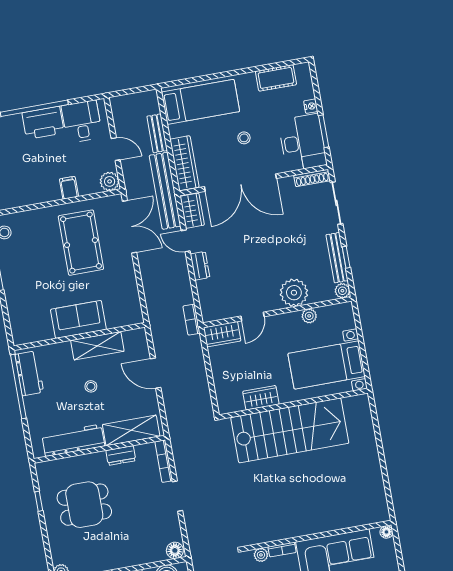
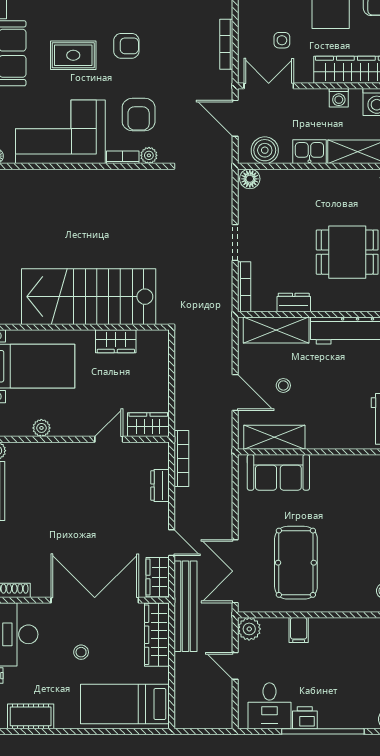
printer: (43, 123) -> (305, 718), width x0.53, depth x0.68
bench: (157, 133) -> (183, 676), removed
dresser: (200, 266) -> (160, 486), moved
plant: (294, 293) -> (55, 459), removed
sofa: (78, 319) -> (278, 472), moved
bookcase: (191, 320) -> (181, 458), width x1.56
shelving: (97, 346) -> (274, 437), moved
stool: (91, 386) -> (283, 385), moved

